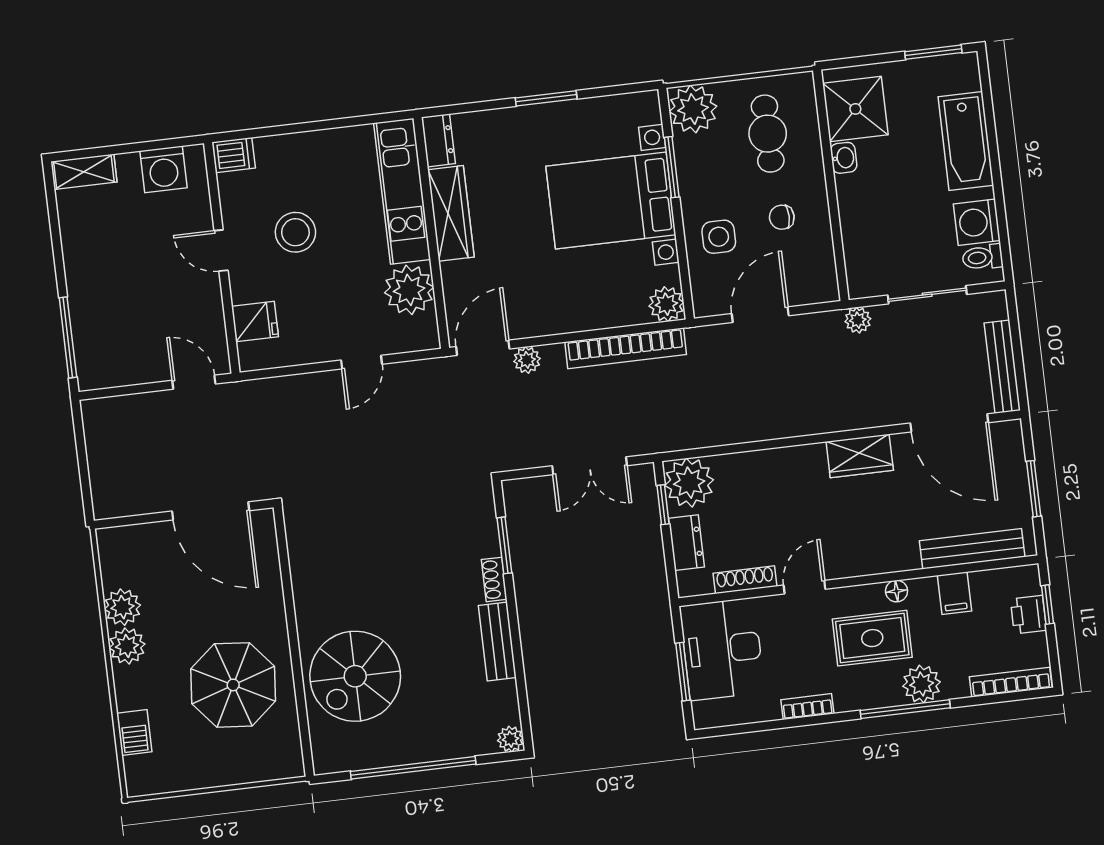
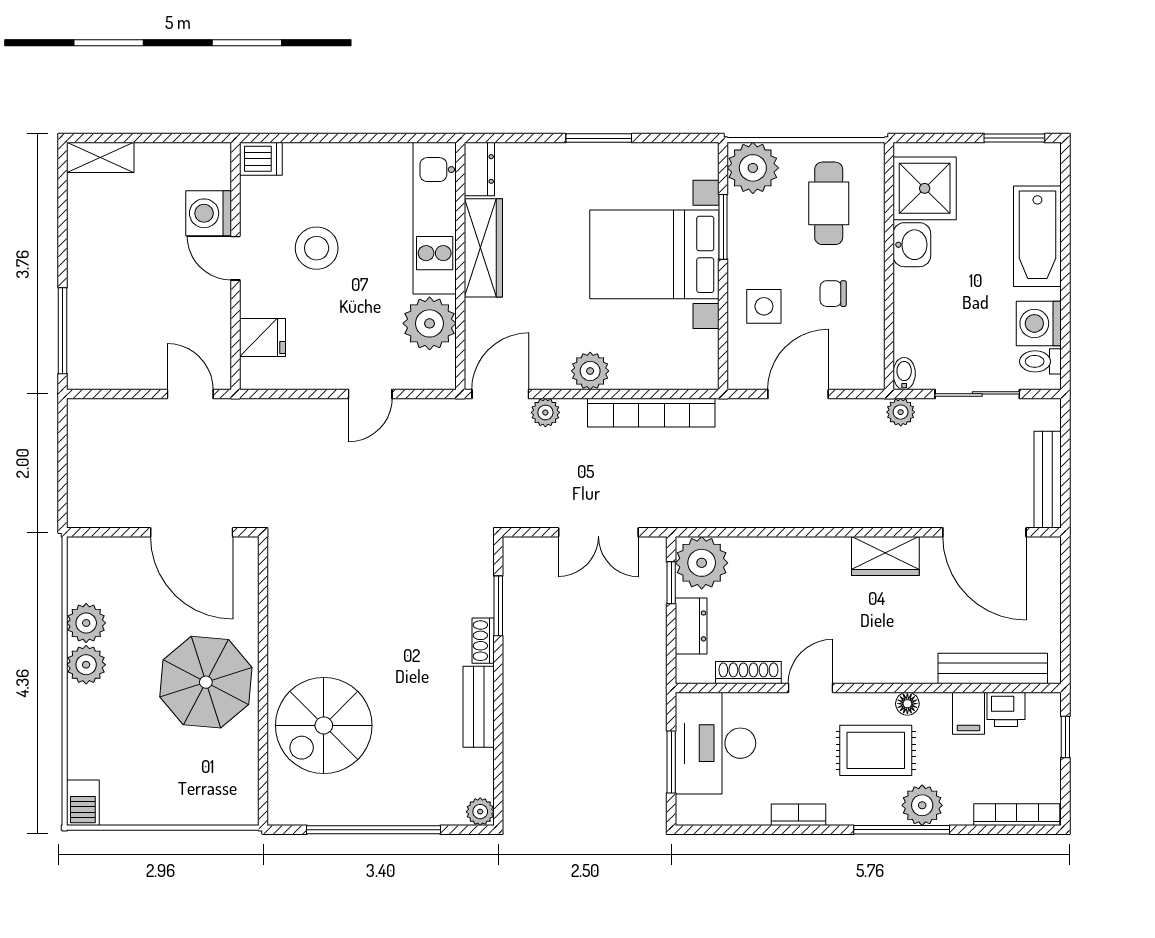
washbasin: (844, 158) -> (912, 245), width x1.38, depth x1.45
washing machine: (164, 169) -> (209, 213), moved, turned 90
bidet: (857, 284) -> (904, 374), added
plant: (666, 304) -> (590, 371), moved
window: (1034, 489) -> (1065, 613), removed
printer: (1028, 615) -> (1006, 709), moved, turned -90
parasol: (233, 685) -> (206, 682), moved
barbecue: (134, 733) -> (83, 803), moved

